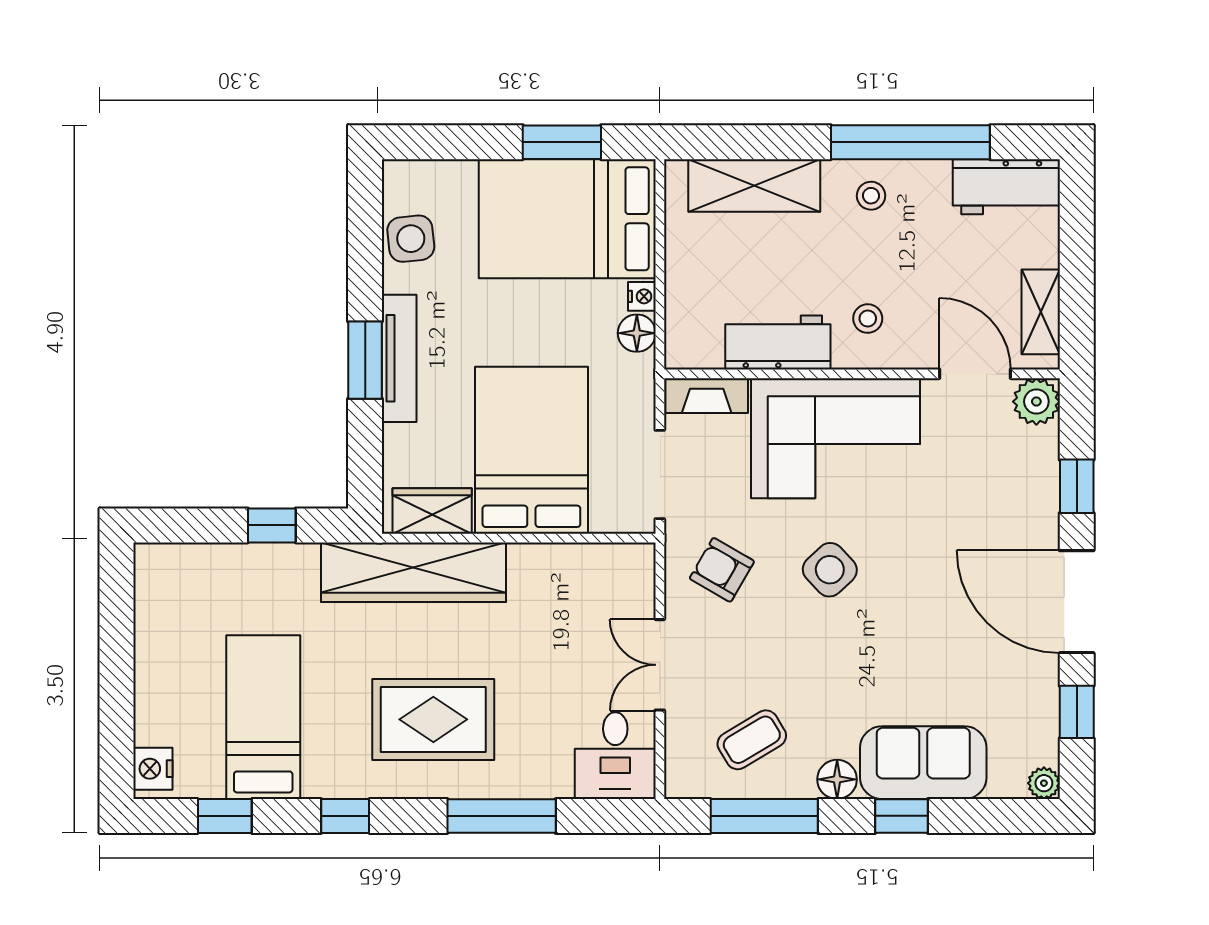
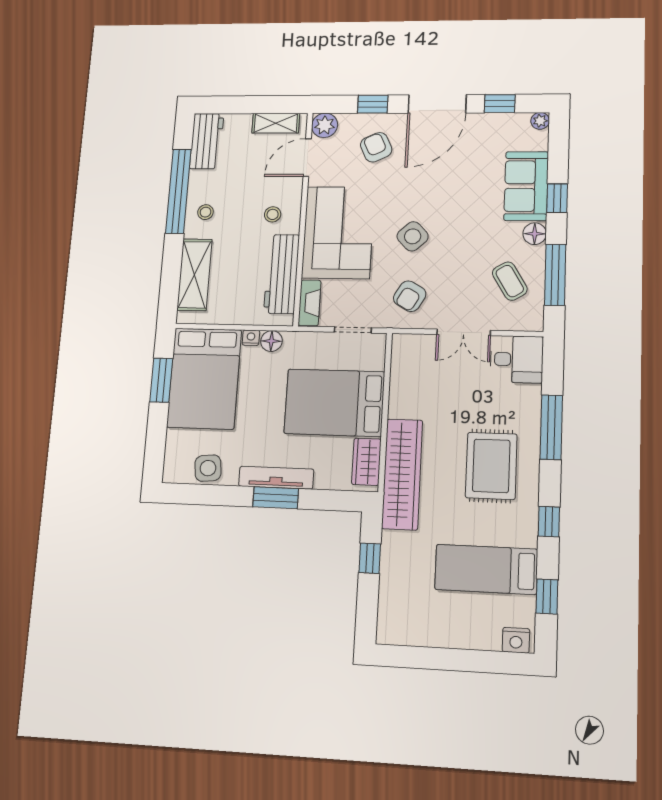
workbench: (778, 343) -> (282, 274), width x1.38
doorway: (660, 474) -> (353, 330), width x0.73
armchair: (995, 497) -> (376, 147), added

